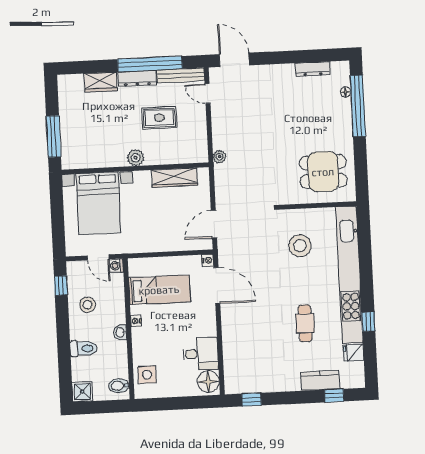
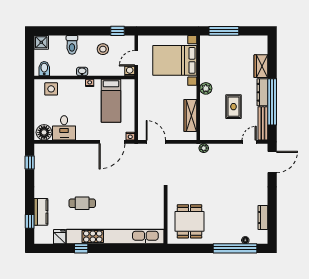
stool: (300, 246) -> (138, 202), removed

